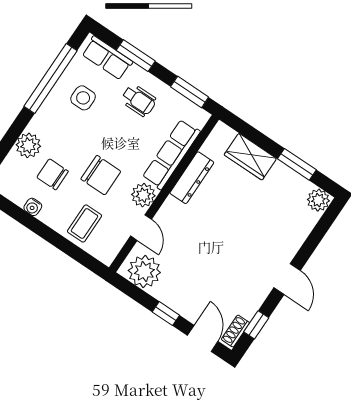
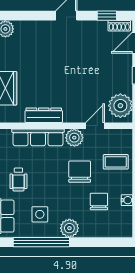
wheelchair: (139, 100) -> (18, 179), turned 180
plant: (28, 145) -> (69, 228), moved
chair: (53, 174) -> (99, 201), turned 180

